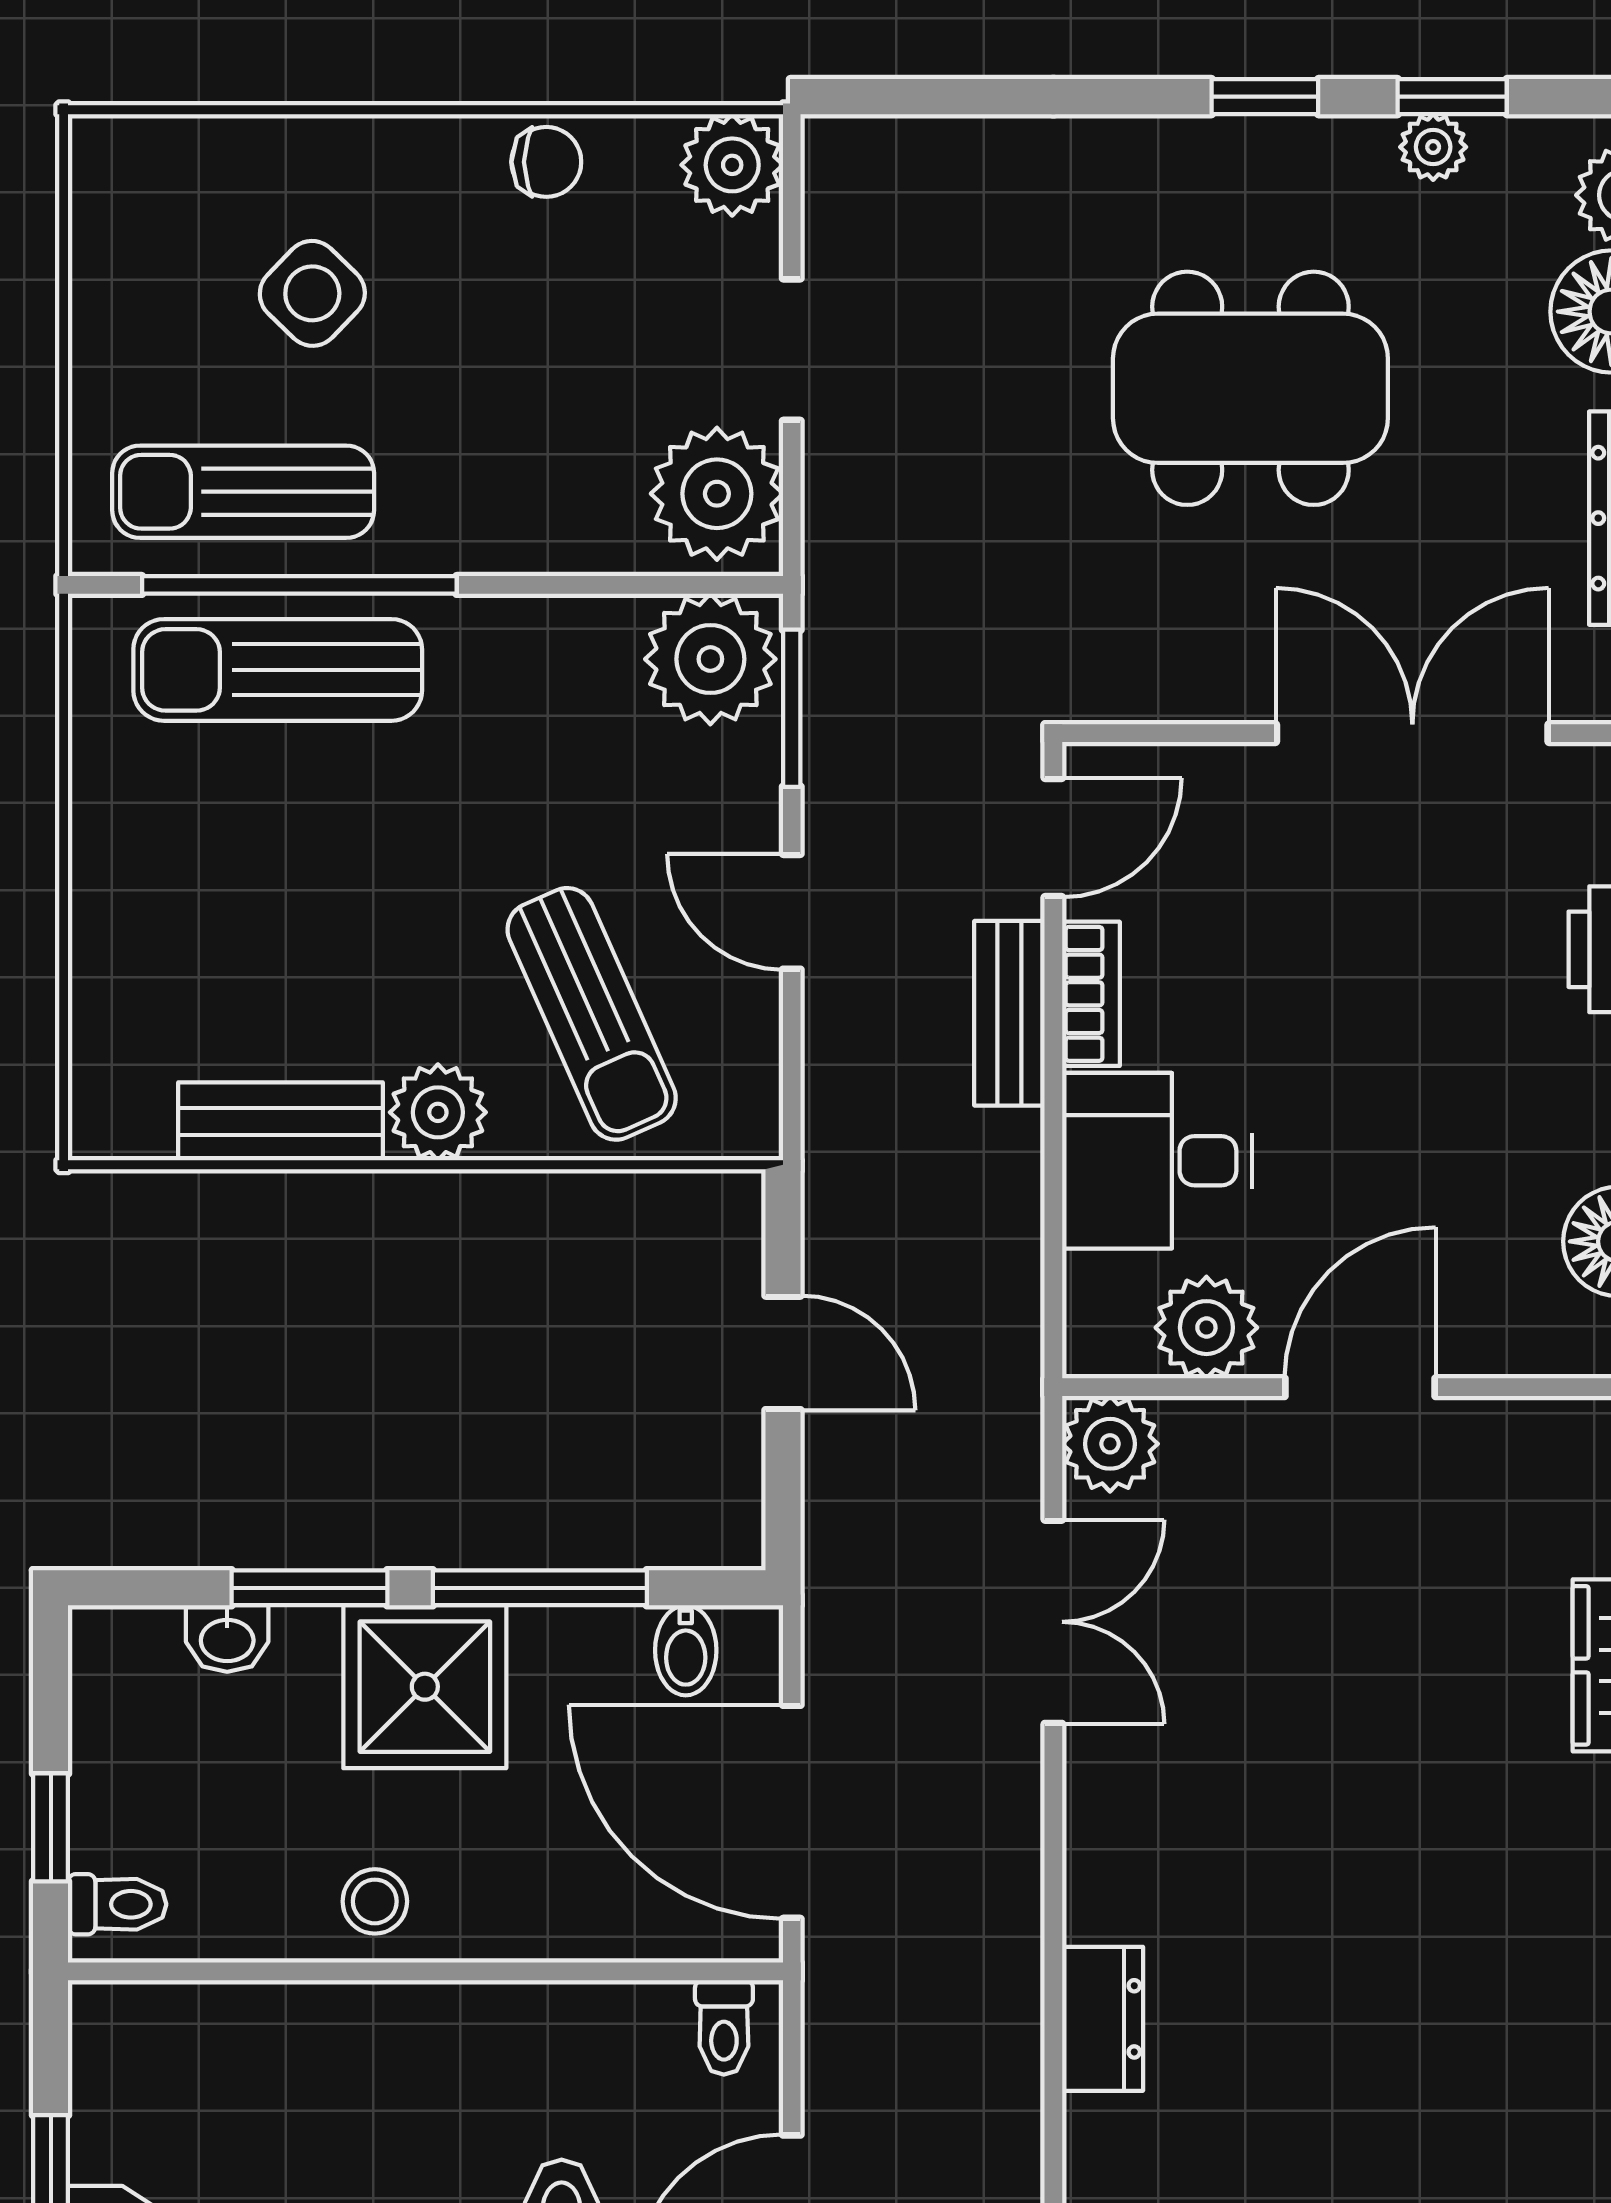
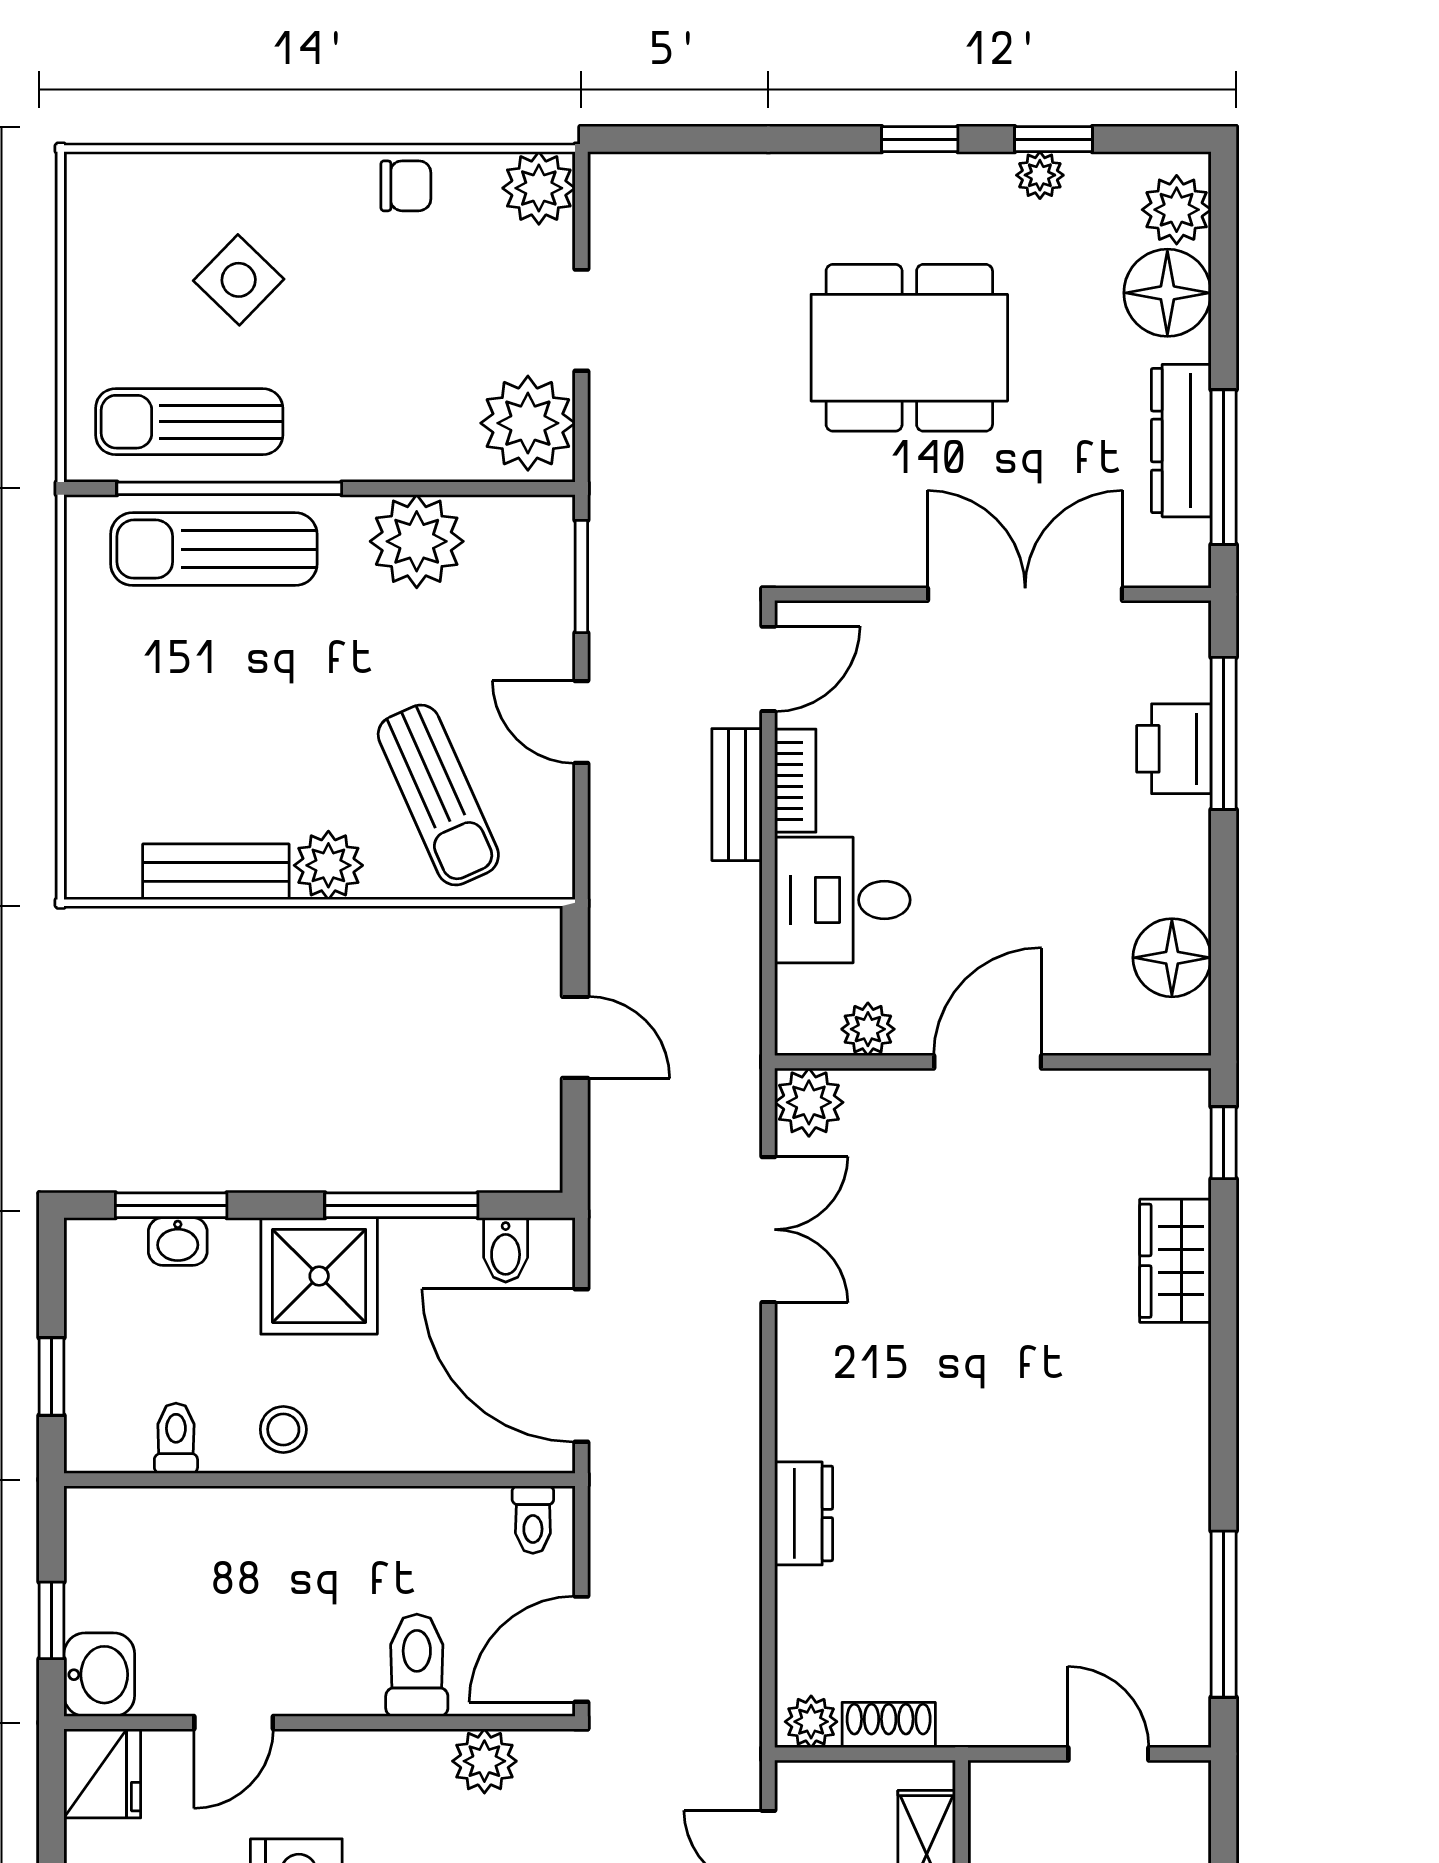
plant: (710, 659) -> (417, 541), moved
plant: (1206, 1328) -> (868, 1029), width x0.73, depth x0.73
window: (309, 1588) -> (171, 1205), moved
toilet: (117, 1904) -> (176, 1438), moved, turned -90

